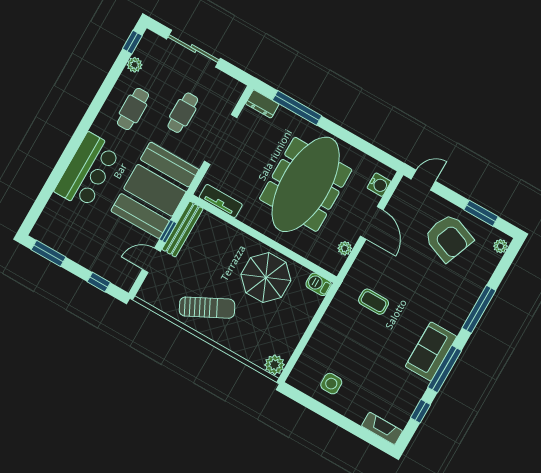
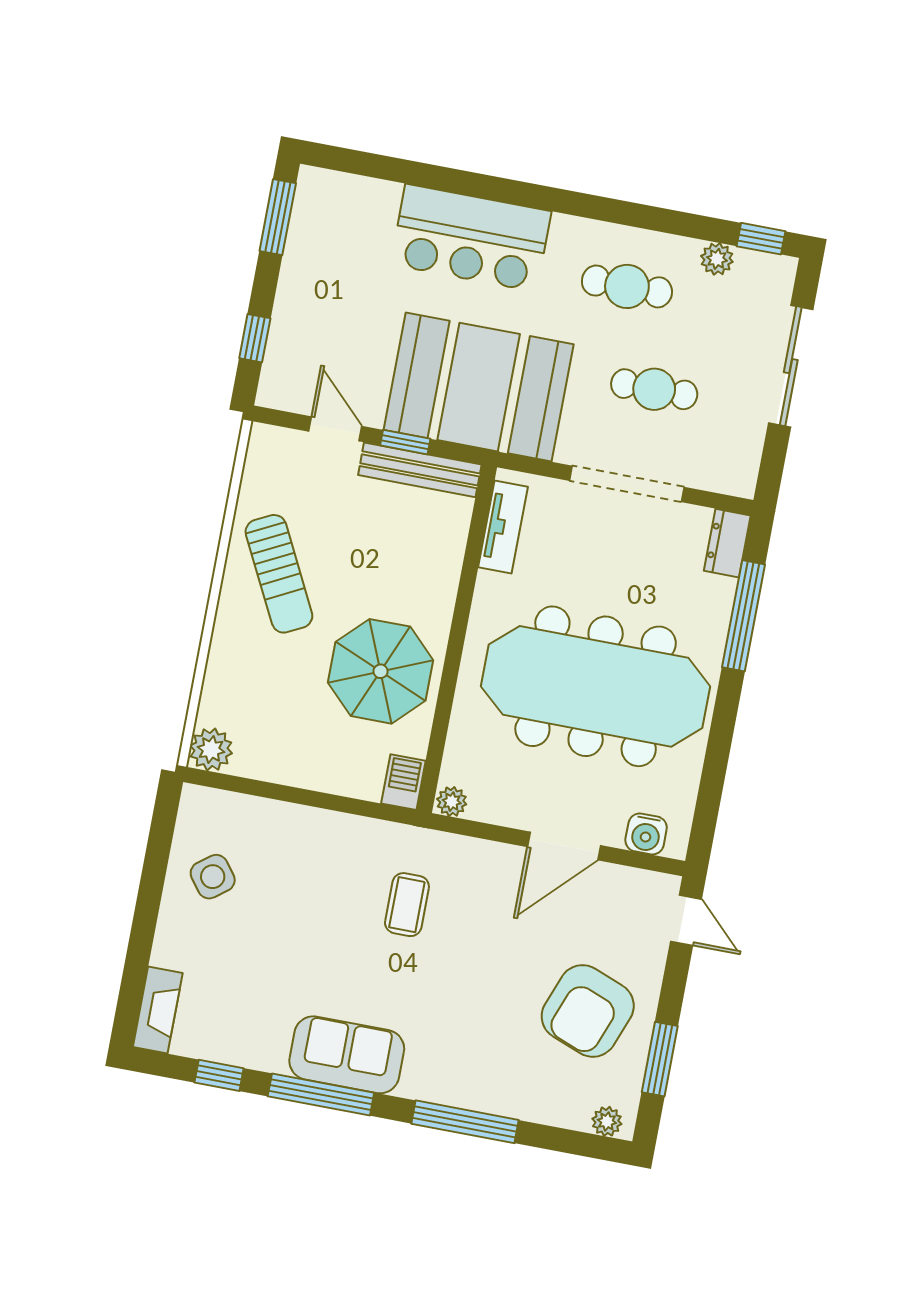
plant: (345, 248) -> (452, 802), moved
side table: (331, 384) -> (213, 877), turned -37

